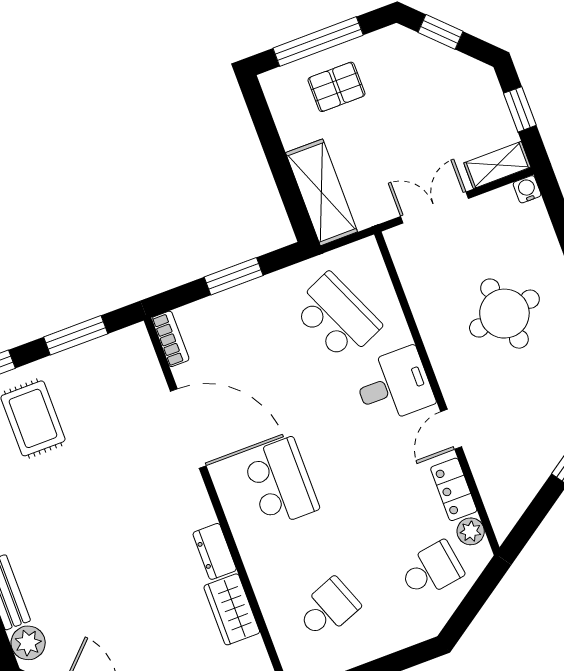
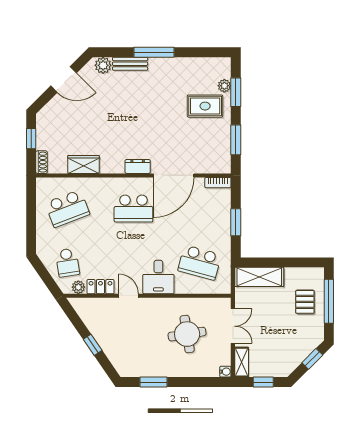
round table: (504, 314) -> (187, 334), moved
school desk: (337, 317) -> (200, 263), turned 39
dresser: (215, 551) -> (138, 166), moved
school desk: (328, 609) -> (67, 209), width x1.85

